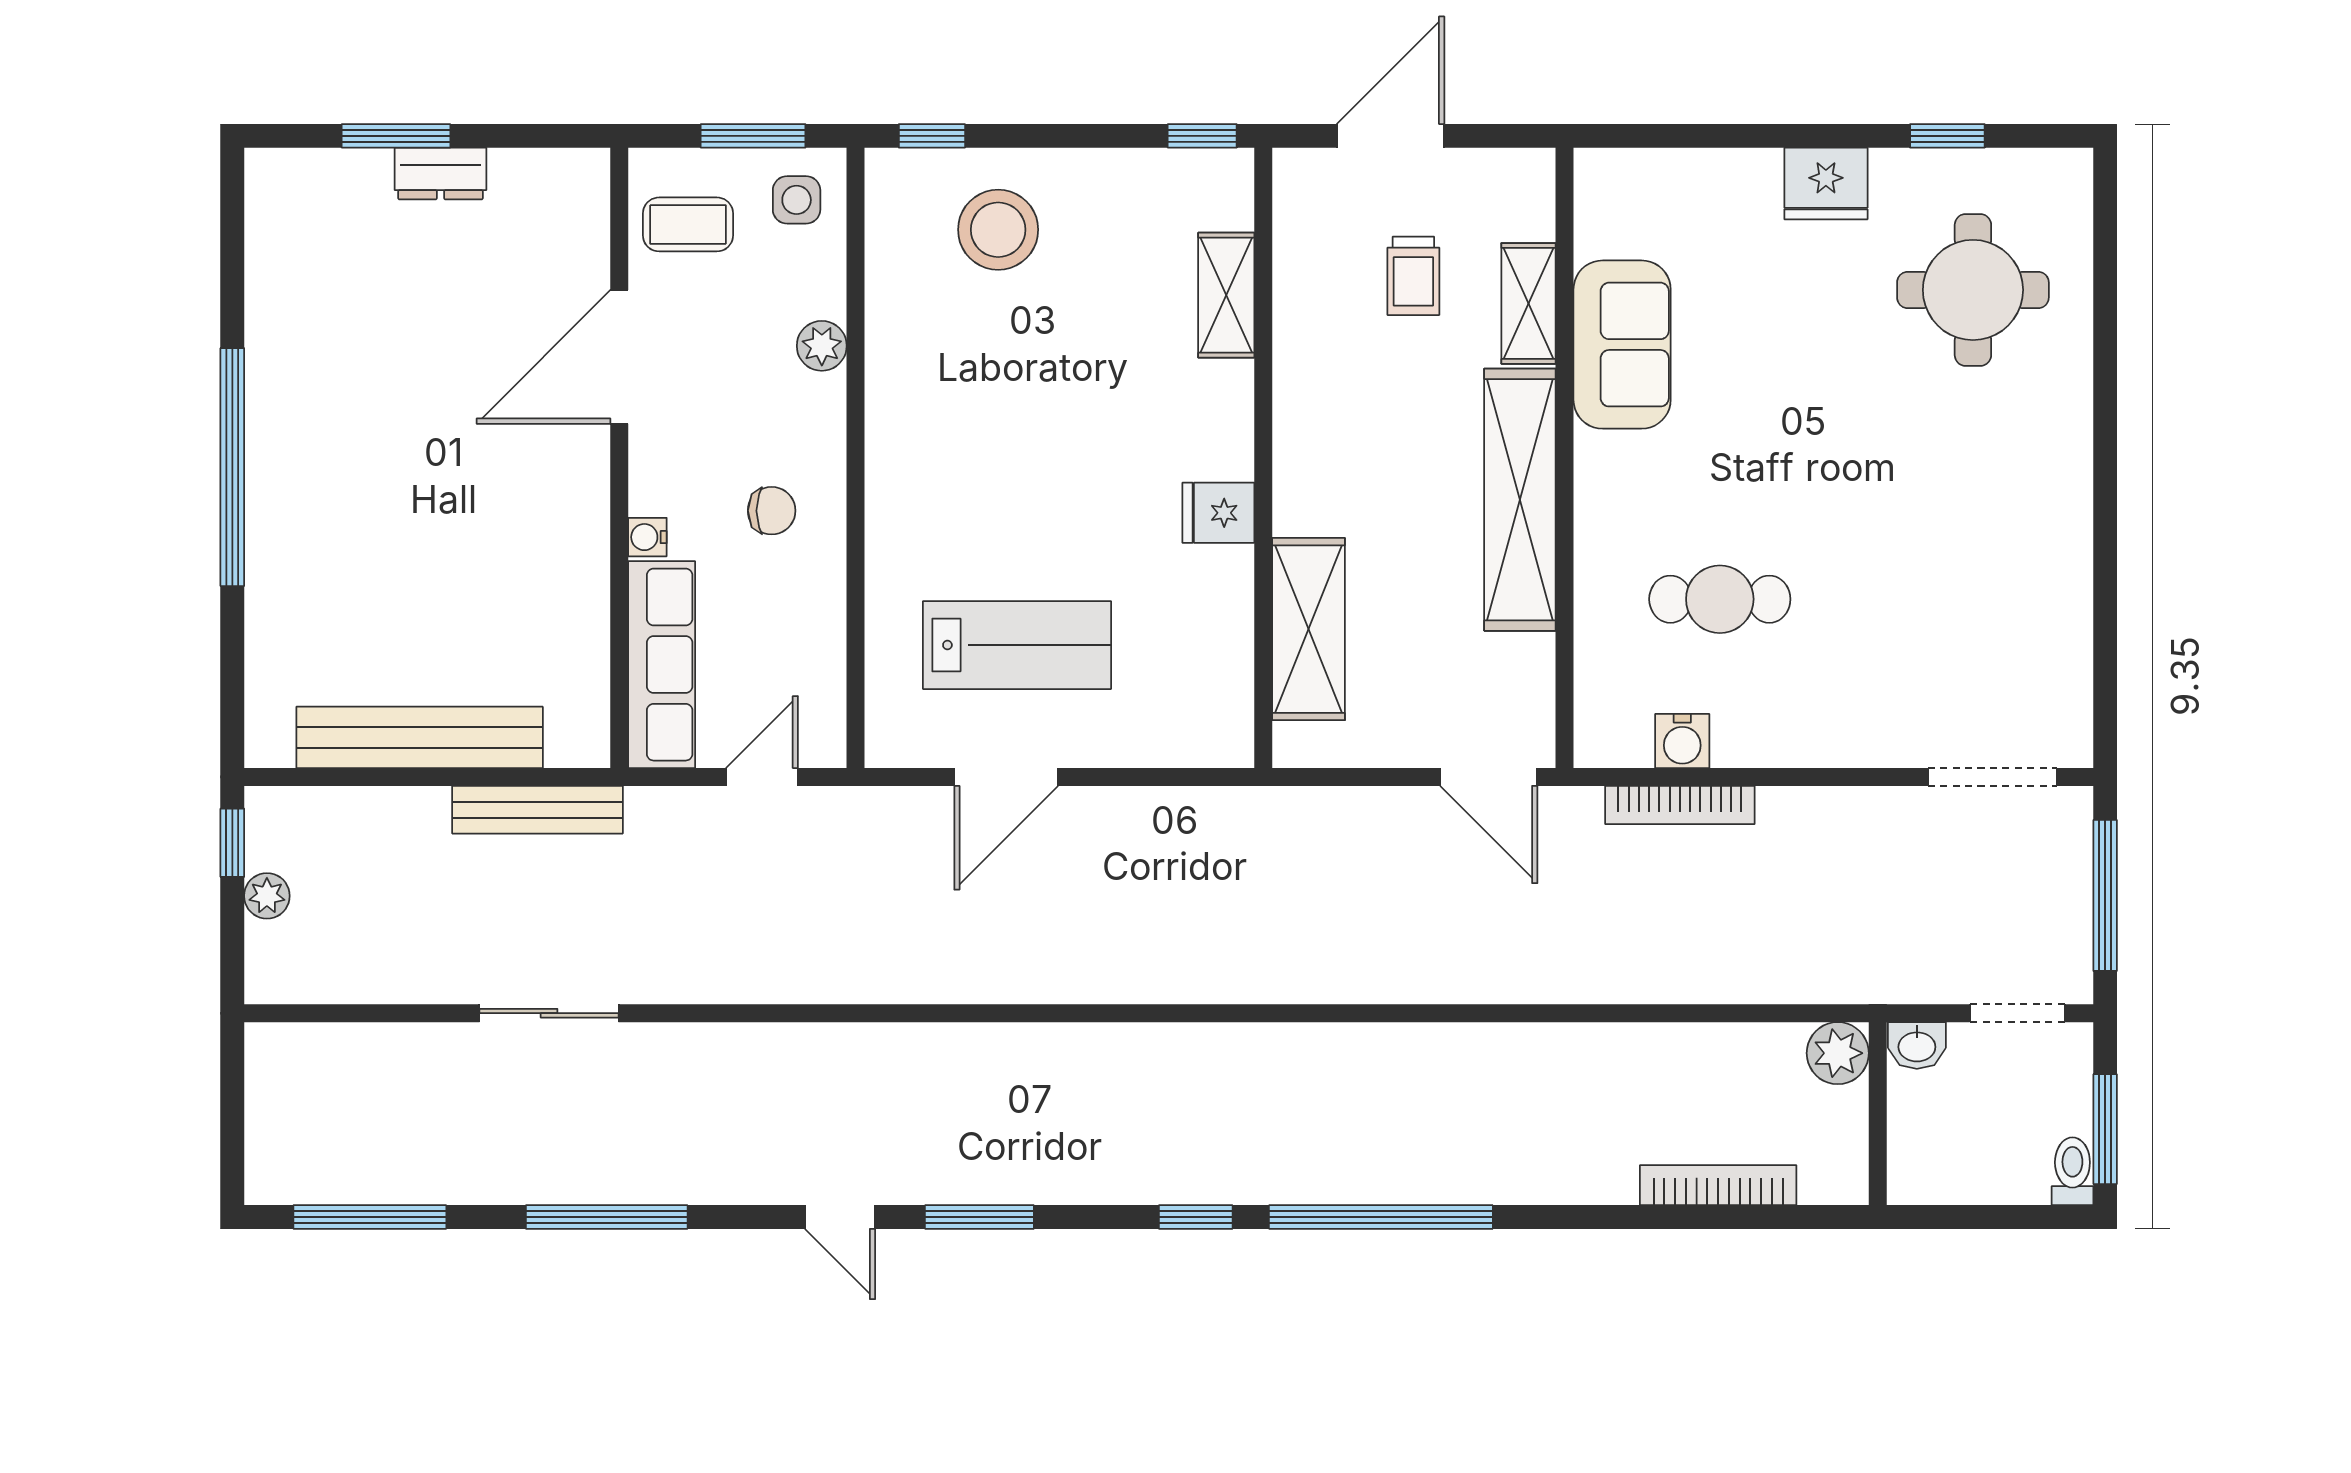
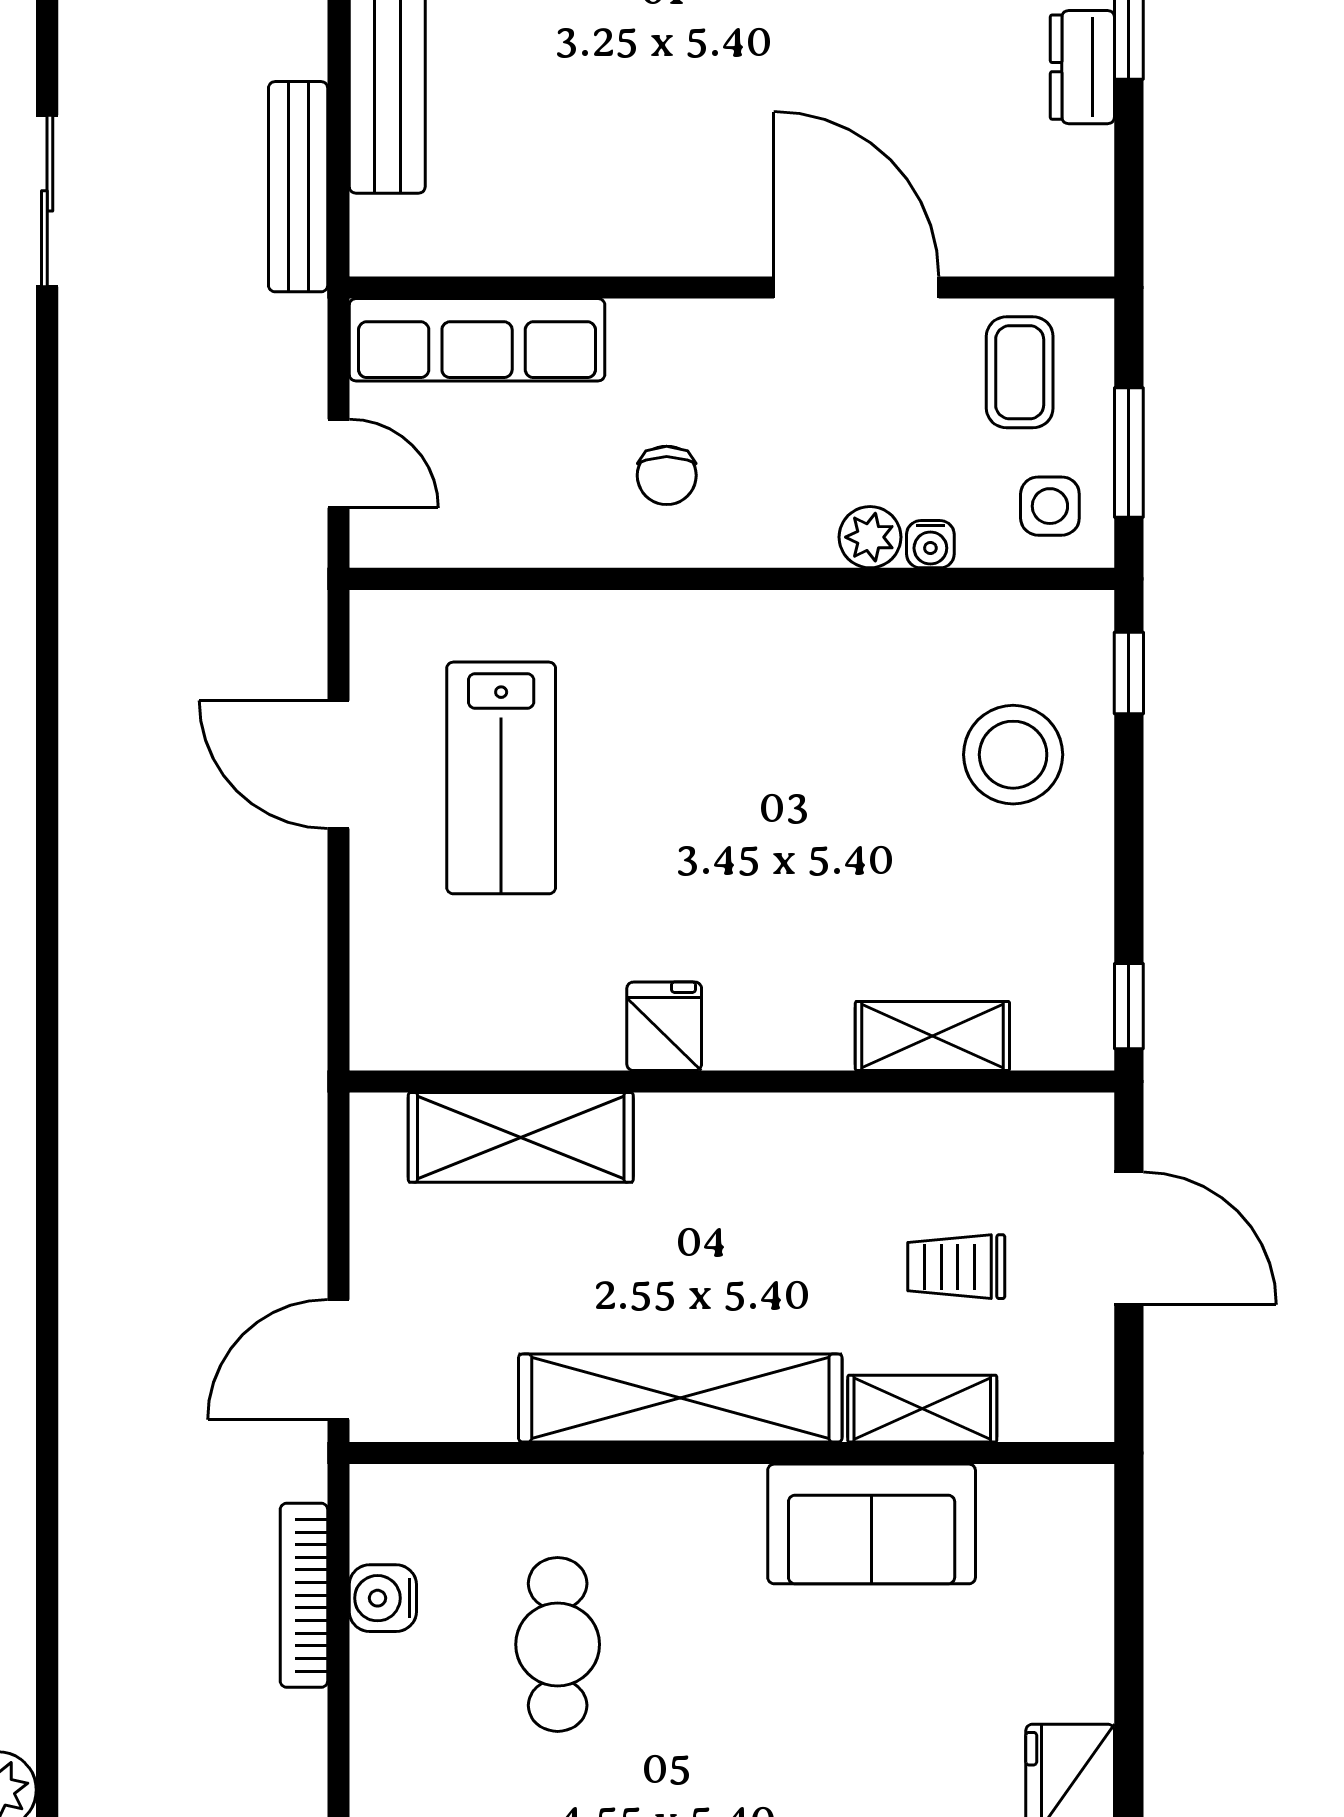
water cooler: (647, 537) -> (930, 544), moved, turned 180

